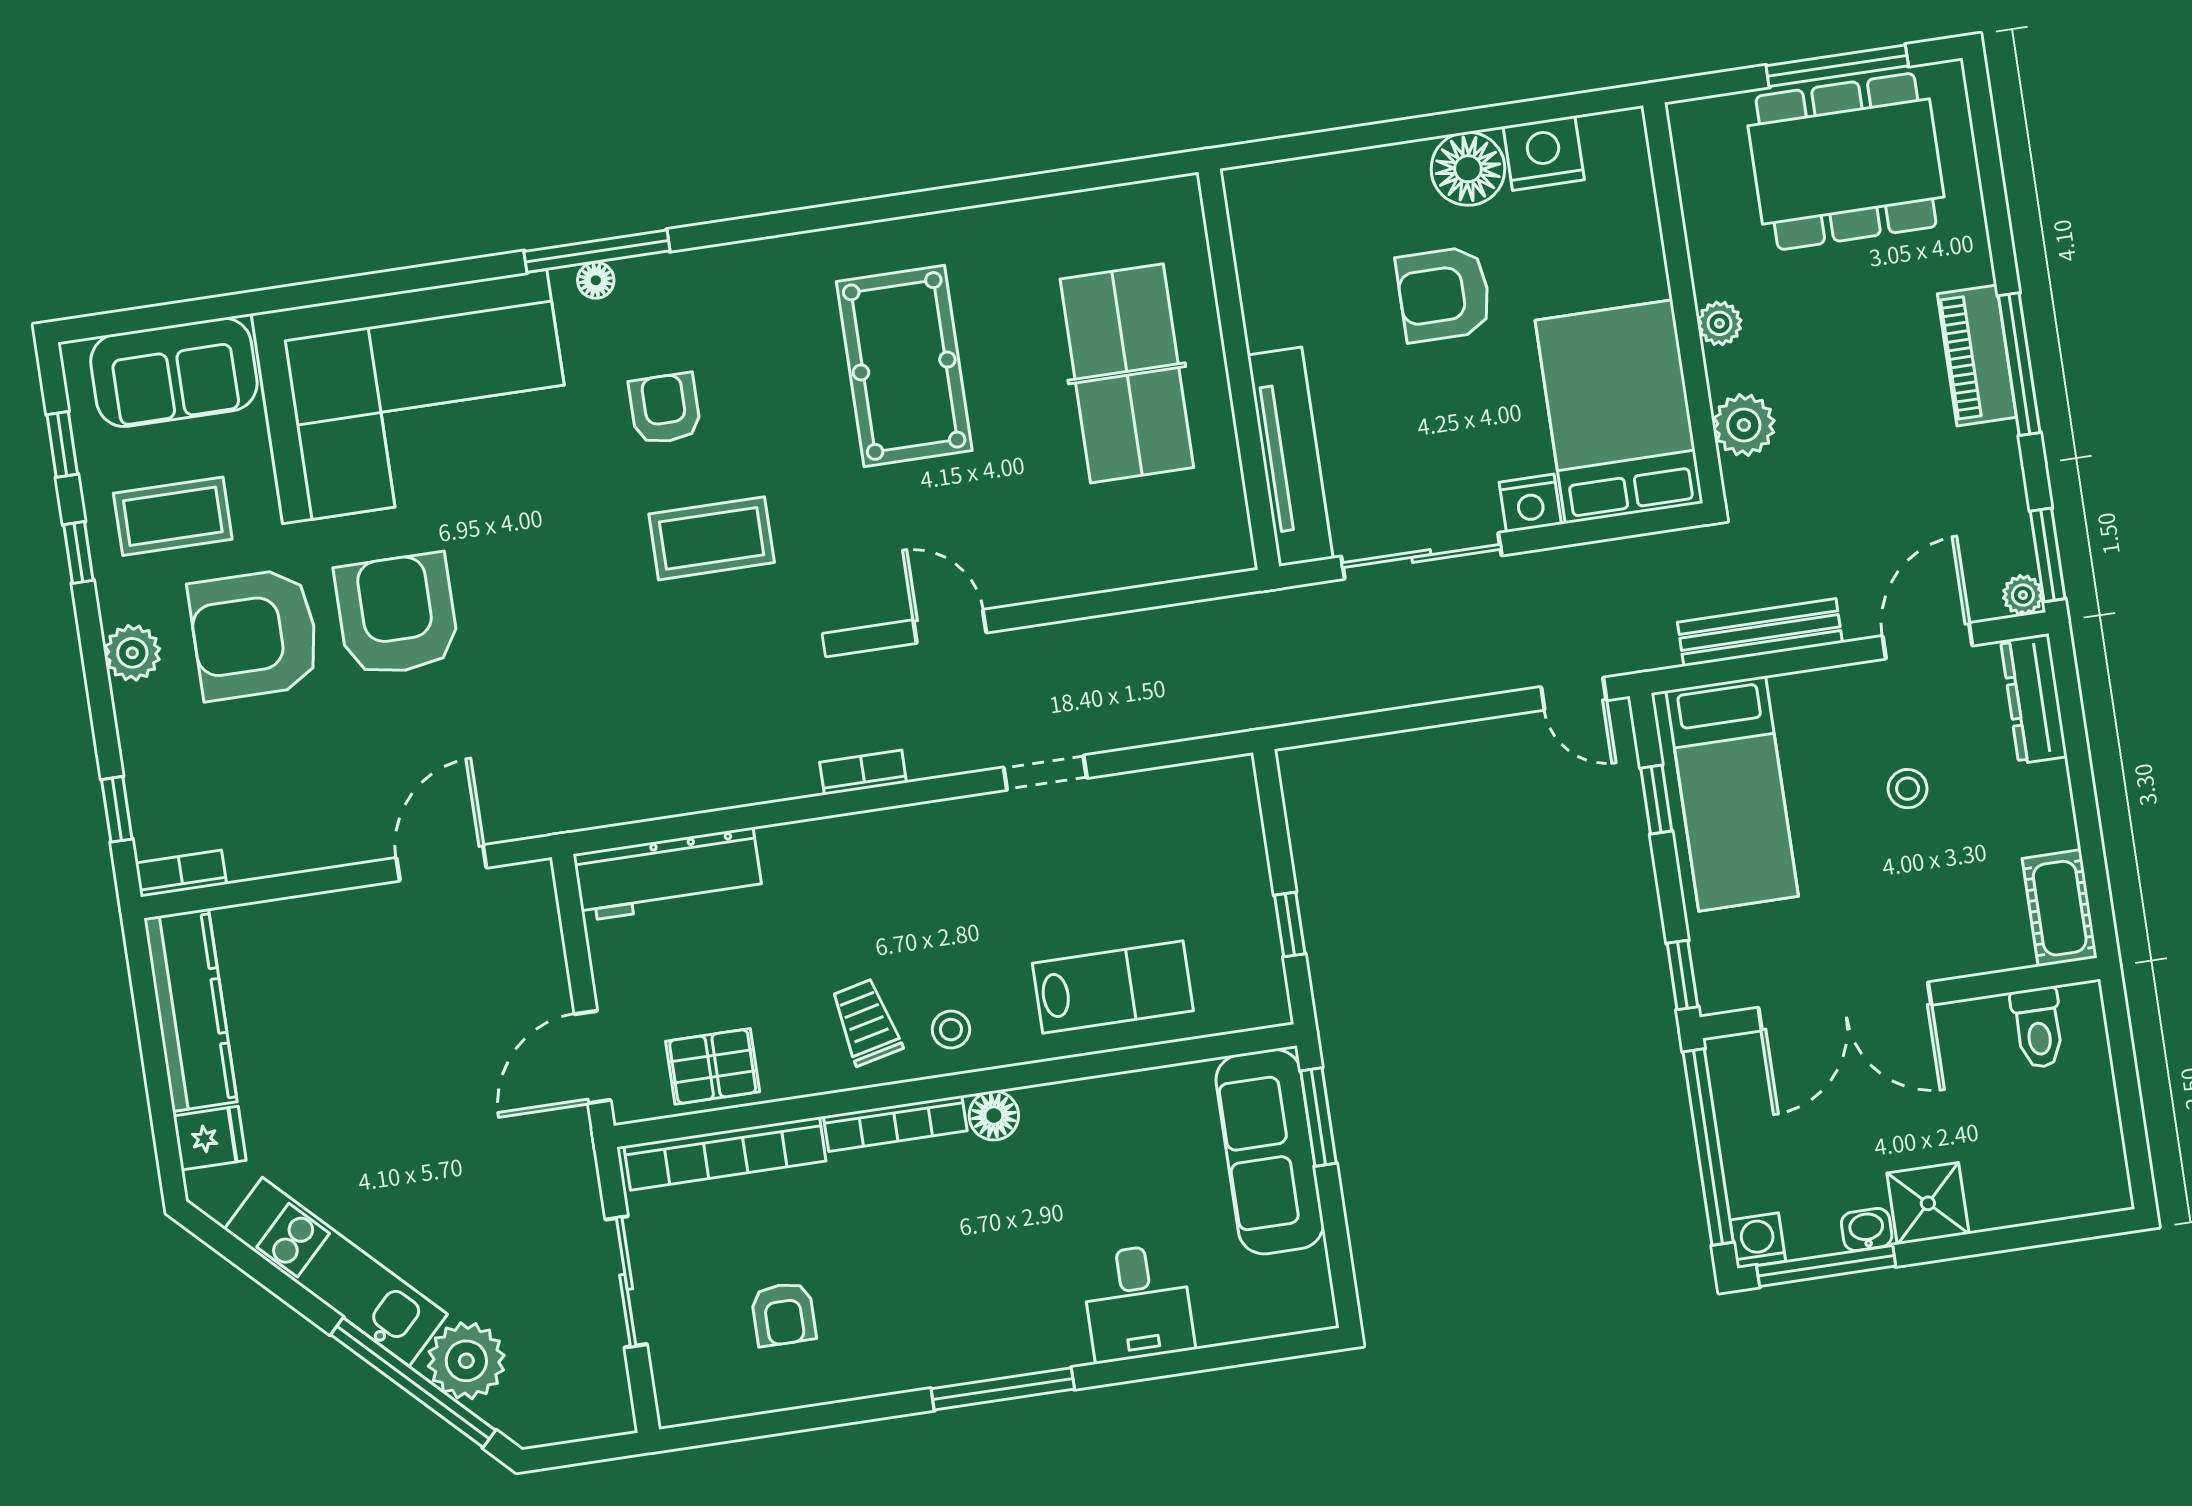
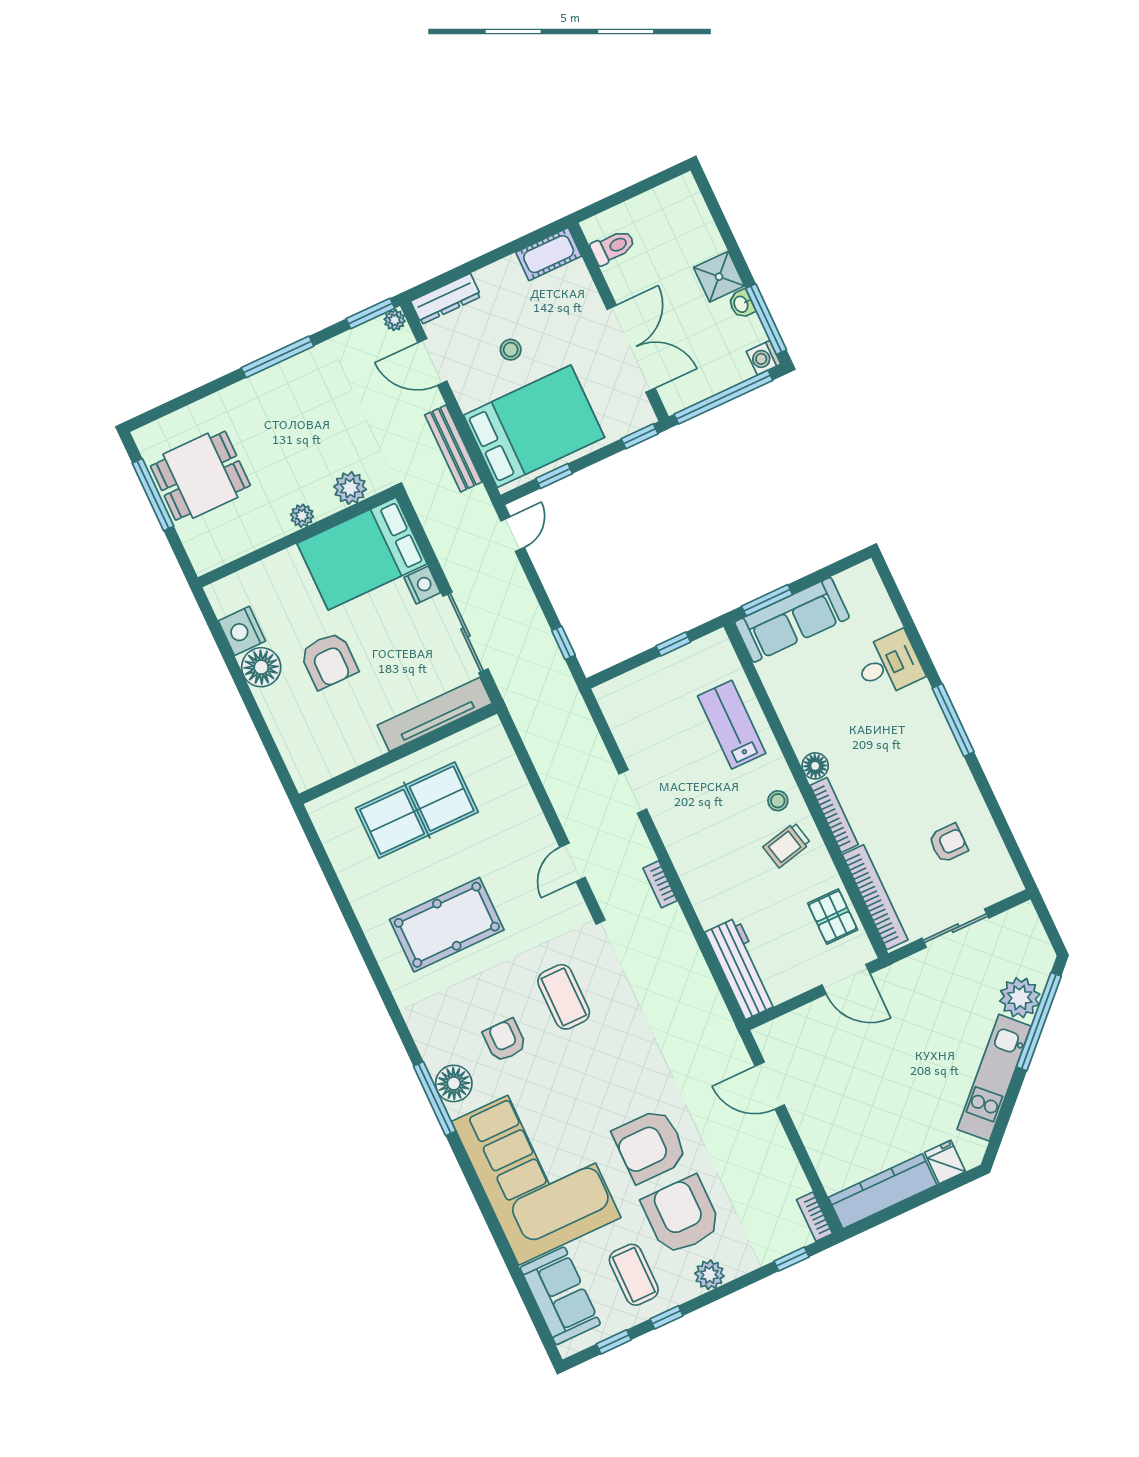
dining table: (1846, 161) -> (200, 476), width x0.73
floor lamp: (596, 280) -> (454, 1083), width x1.89, depth x1.89
piano: (1977, 356) -> (280, 380), removed
armchair: (665, 409) -> (505, 1040), turned 90
armchair: (255, 634) -> (682, 1215), turned 180
window: (1350, 727) -> (563, 643), added
bed: (1732, 794) -> (534, 426), width x1.50

